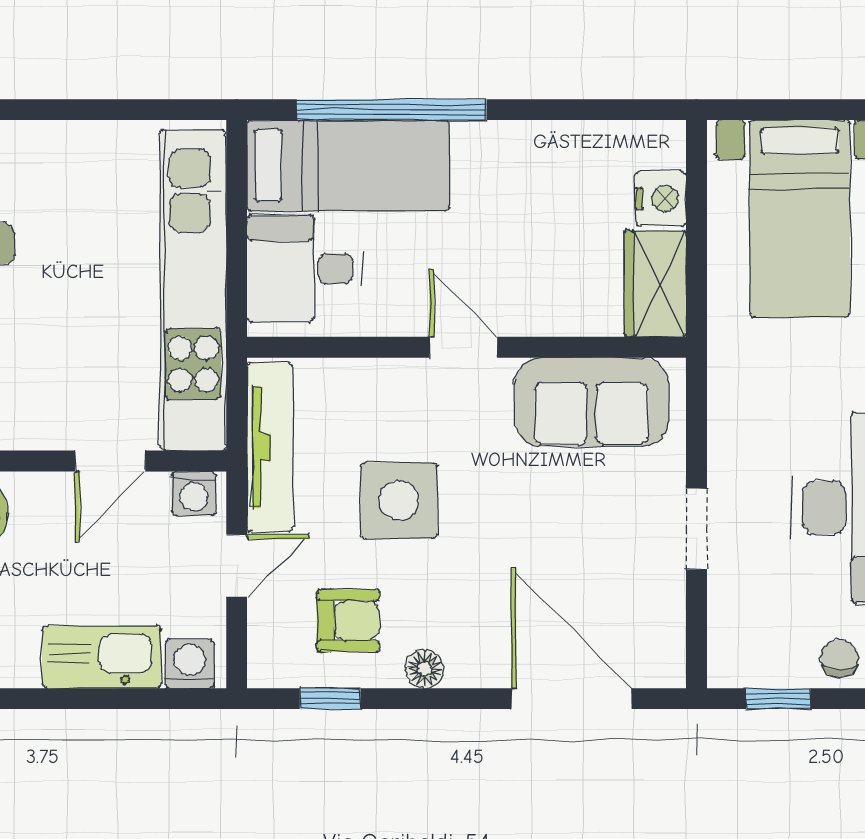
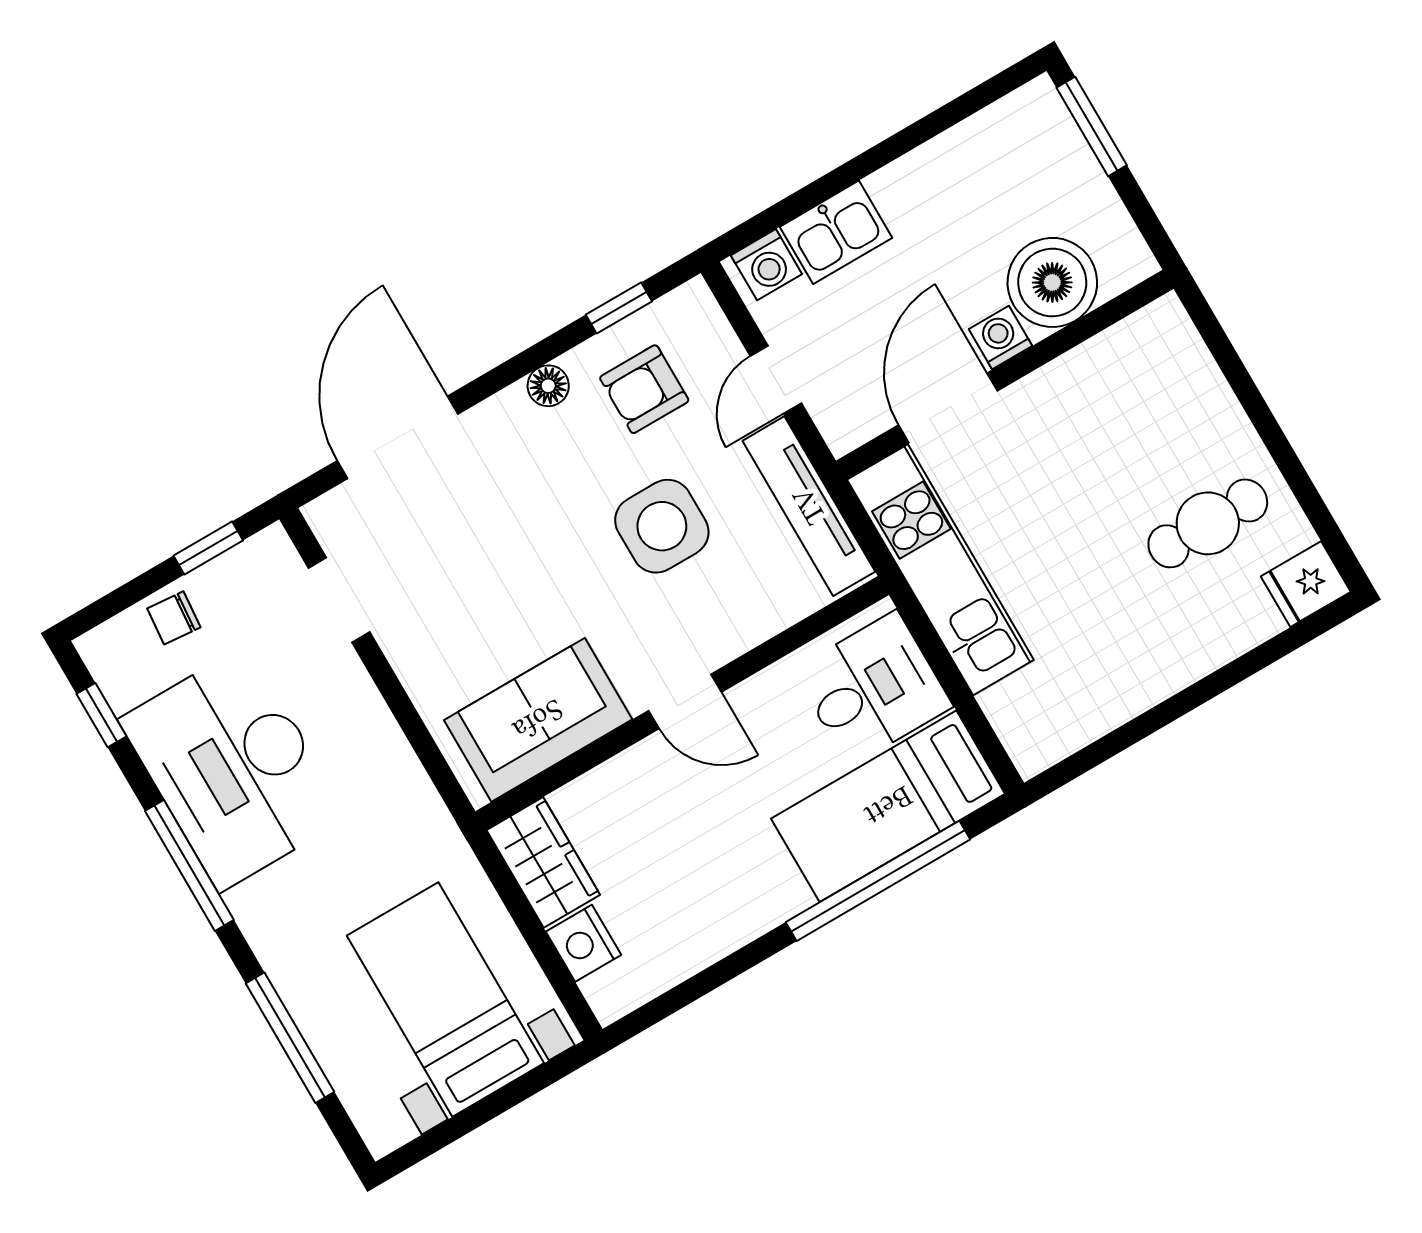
kitchen unit: (193, 290) -> (940, 570), width x0.73
door: (110, 461) -> (948, 408), width x1.38
washing machine: (194, 493) -> (1000, 337), moved
doorway: (696, 529) -> (339, 600), moved
kitchen sink: (101, 657) -> (836, 232), width x0.73
chair: (839, 658) -> (174, 618), turned 95
door: (572, 699) -> (398, 437), swing flipped

